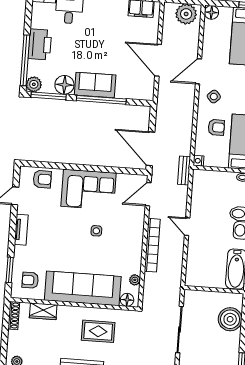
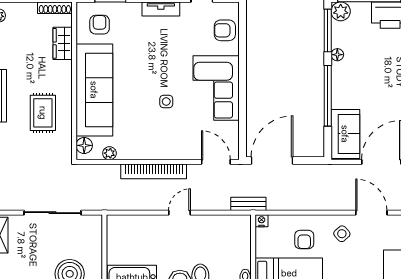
floor lamp: (64, 85) -> (337, 55), width x0.53, depth x0.53
sofa: (95, 85) -> (345, 134), moved
armchair: (42, 179) -> (225, 30), turned 90

